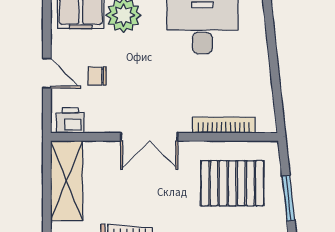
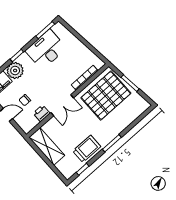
printer: (70, 121) -> (42, 113), moved
pallet: (232, 183) -> (106, 96), width x1.37, depth x1.41

